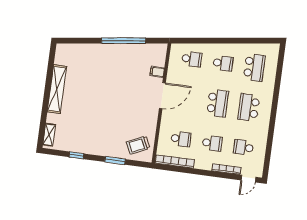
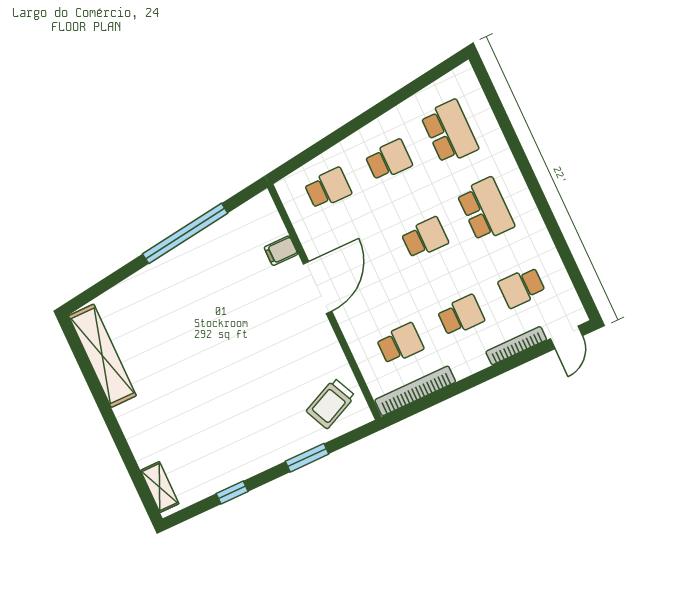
shelving: (57, 89) -> (102, 356), moved
school desk: (218, 103) -> (425, 238), width x0.54
school desk: (249, 107) -> (486, 210), turned 180

